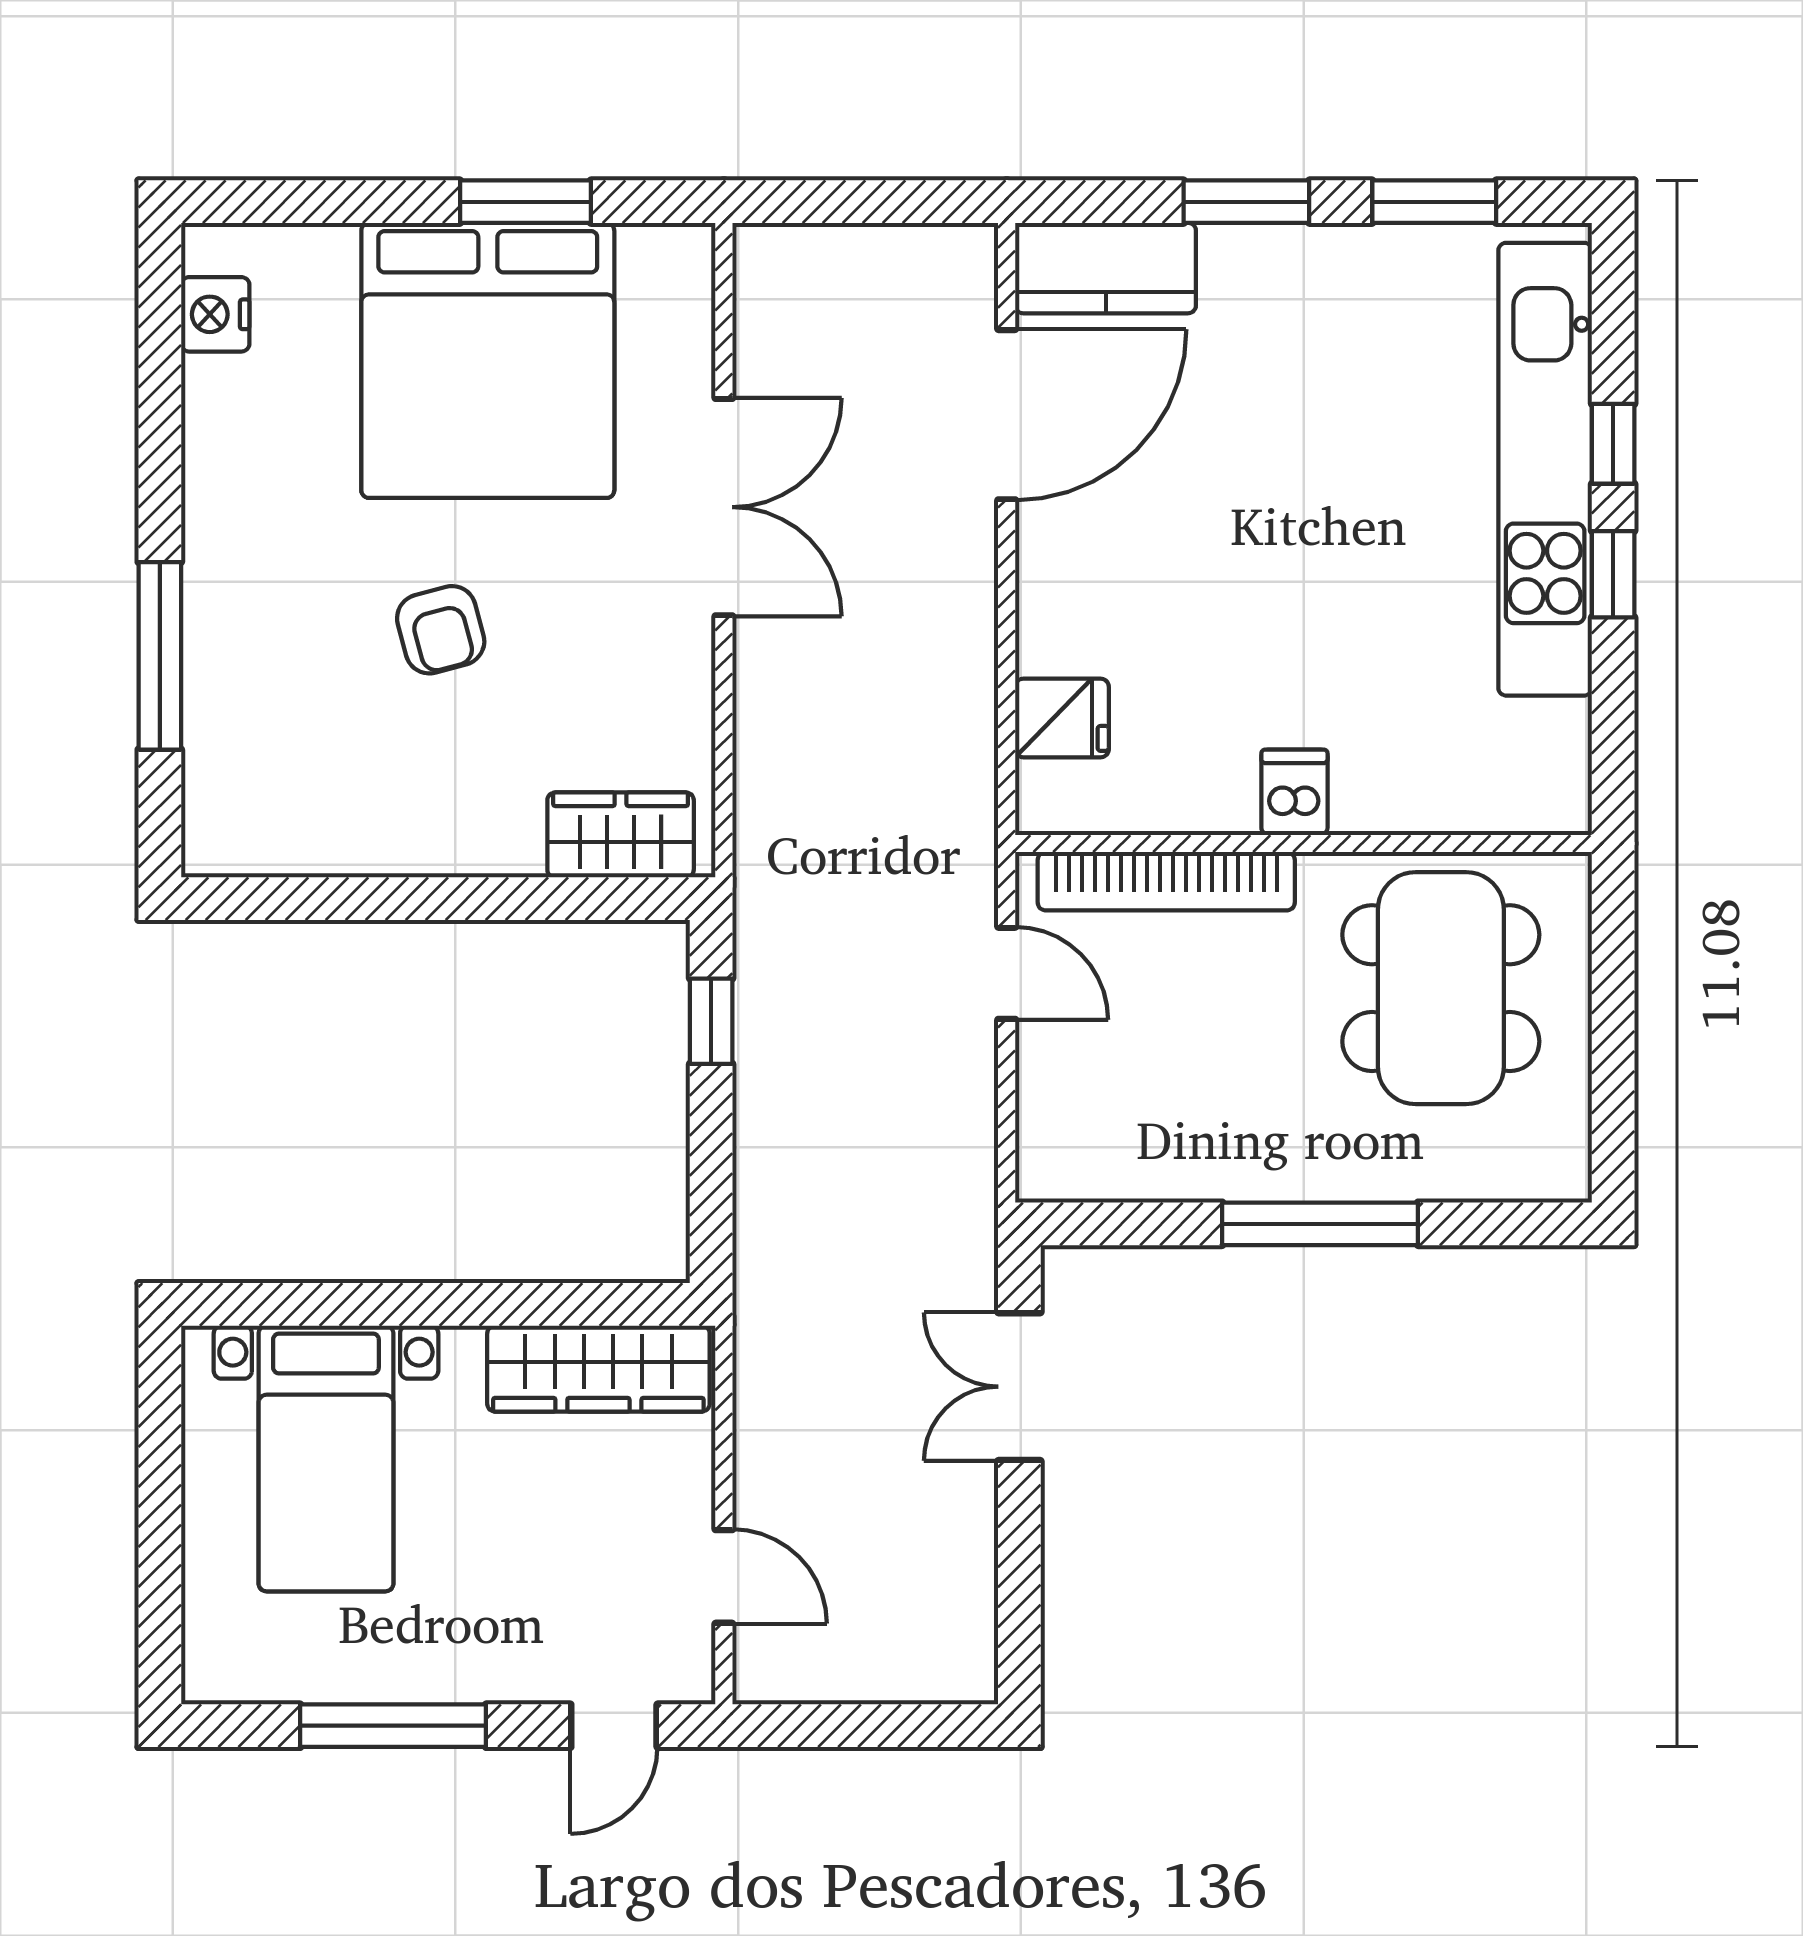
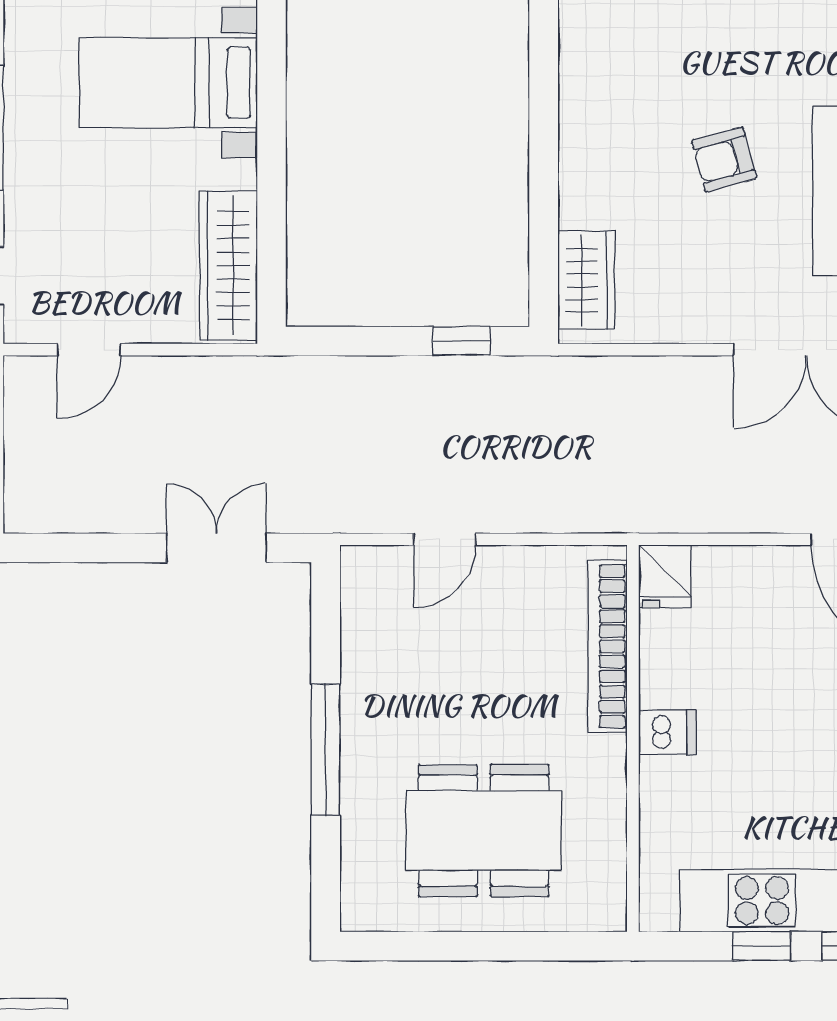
dishwasher: (1294, 792) -> (667, 732), moved
wall: (1304, 844) -> (633, 738), moved
bookcase: (1166, 881) -> (608, 646), moved
door: (1007, 973) -> (445, 539), moved

